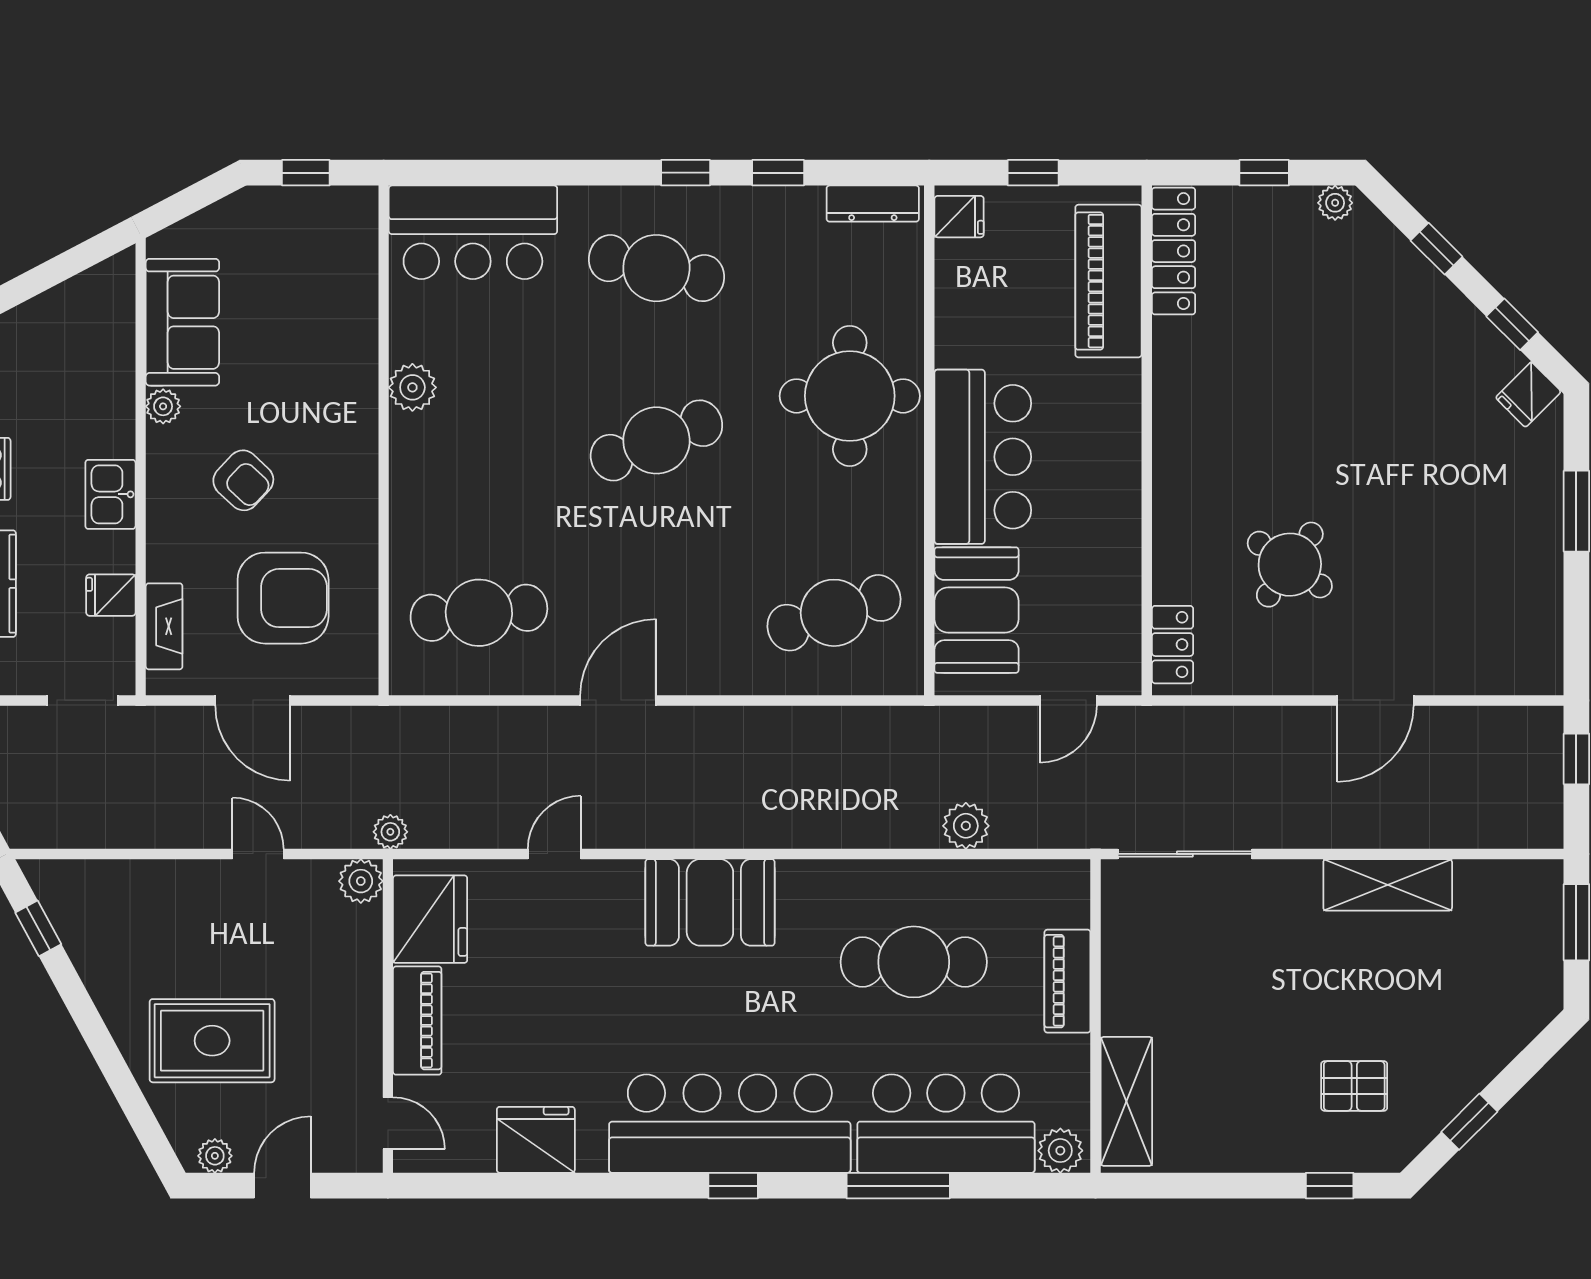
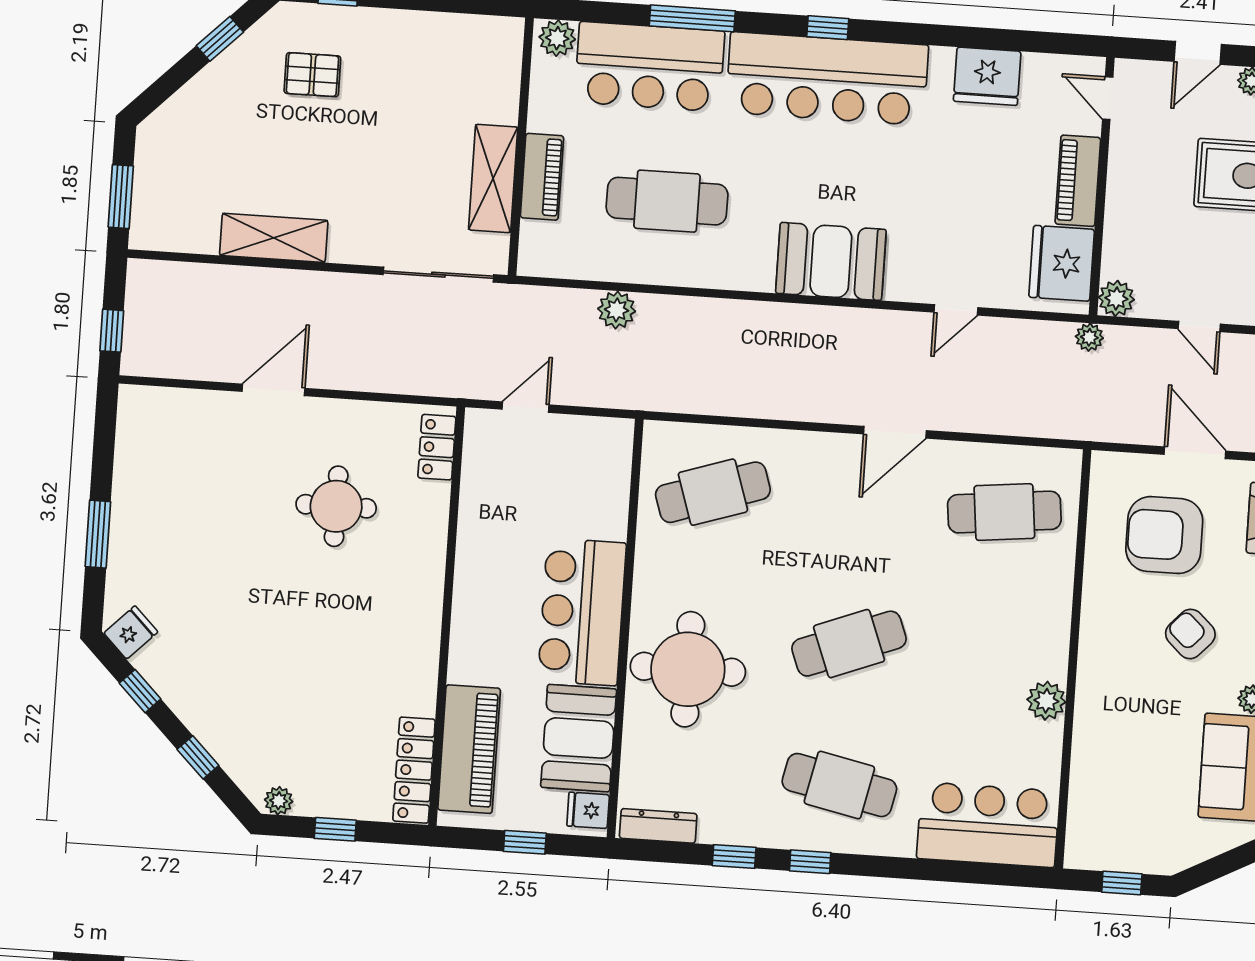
round table: (1290, 565) -> (336, 506), turned -35
booth: (977, 610) -> (579, 738), moved
shelving: (1126, 1101) -> (493, 178), moved

